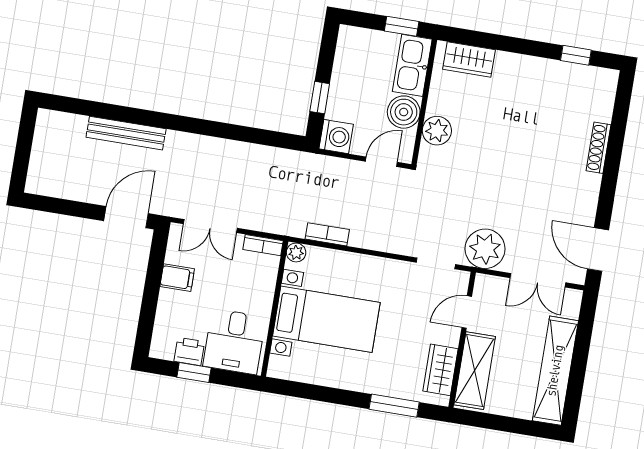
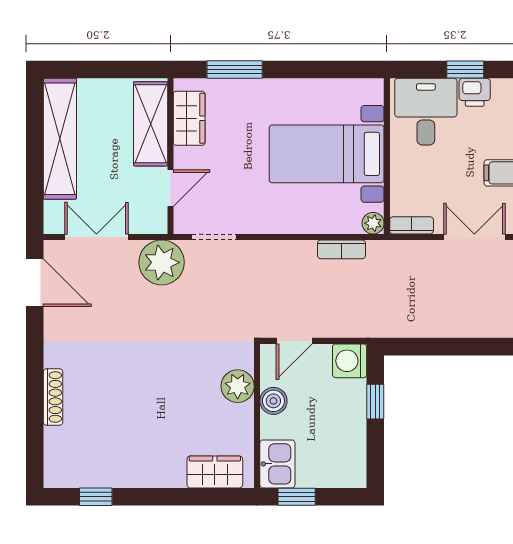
kitchen sink: (412, 65) -> (277, 464), width x0.73
boiler: (404, 112) -> (273, 401), width x0.73, depth x0.73

